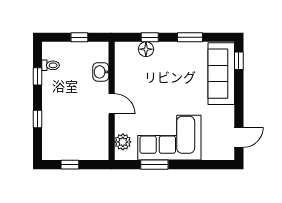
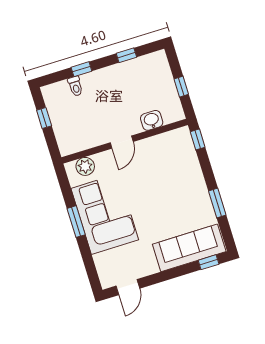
window: (150, 37) -> (198, 139), moved
floor lamp: (146, 49) -> (190, 161), removed
toilet: (51, 65) -> (75, 86), moved
door: (239, 137) -> (128, 287), hinge flipped
window: (154, 165) -> (76, 222), moved

